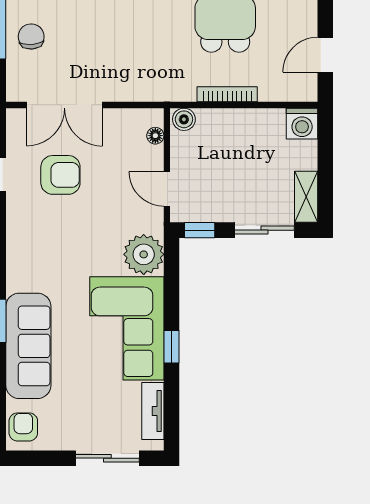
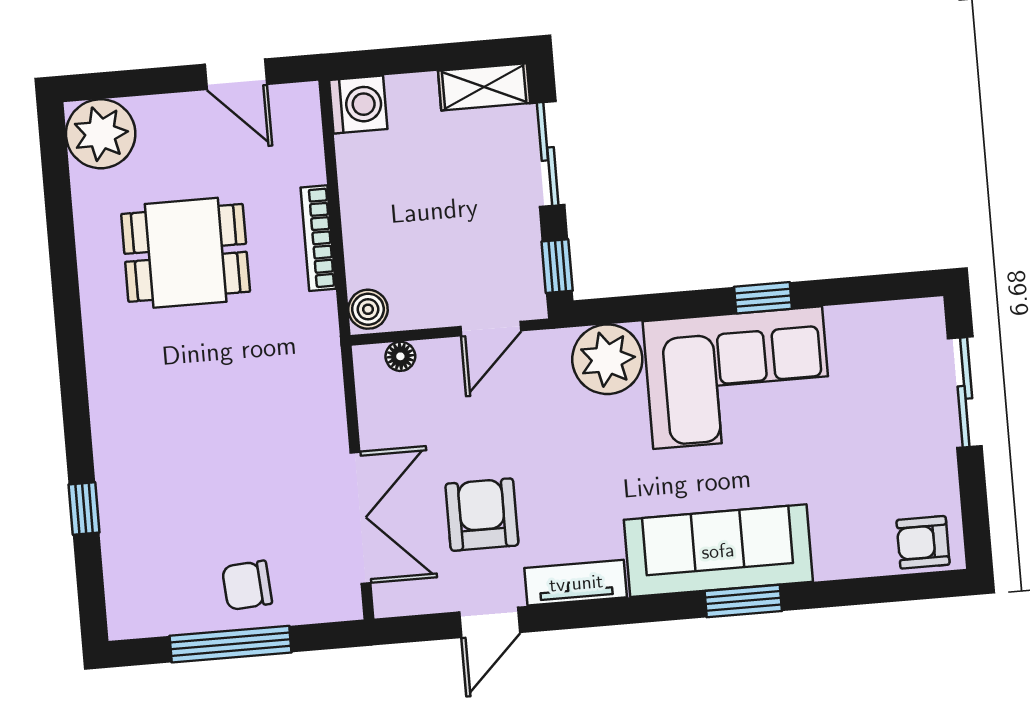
sofa: (28, 346) -> (718, 551), moved
tv unit: (153, 411) -> (576, 583), moved, turned 180

